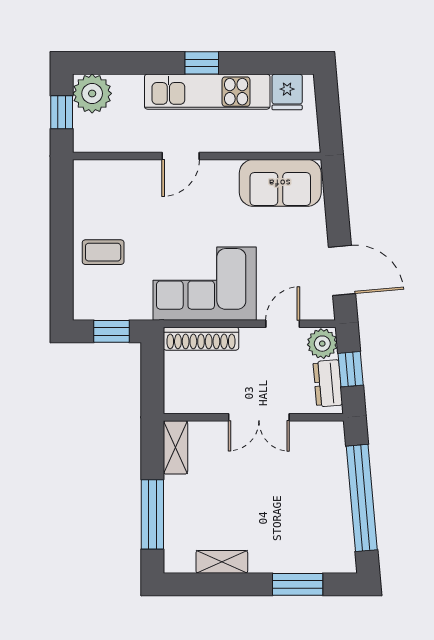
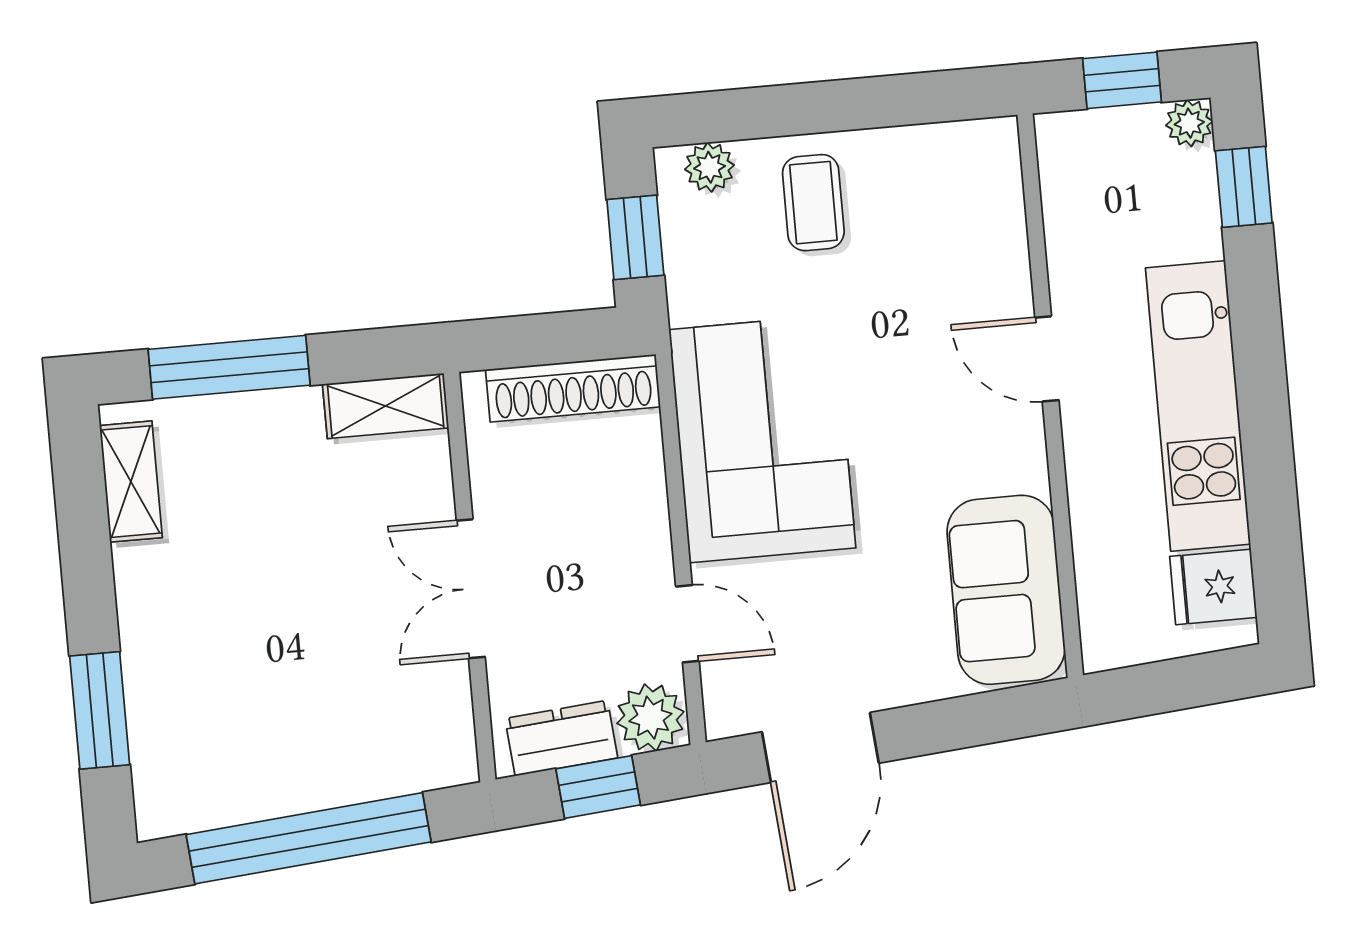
window: (202, 63) -> (1244, 187), moved
plant: (92, 93) -> (1189, 123), width x0.53, depth x0.53
plant: (84, 296) -> (710, 167), added
shoe rack: (201, 339) -> (573, 388), moved, turned -90
shelving: (222, 562) -> (131, 482), moved

